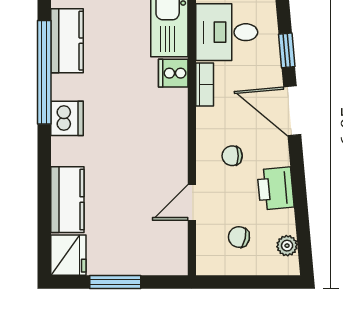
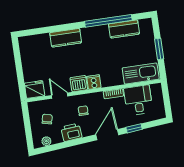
cooker: (173, 73) -> (94, 82), moved
dishwasher: (67, 118) -> (79, 84), moved, turned 180
kitchen counter: (67, 200) -> (66, 38), moved
fridge: (68, 255) -> (35, 89), moved, turned 180
window: (115, 282) -> (19, 66), removed

